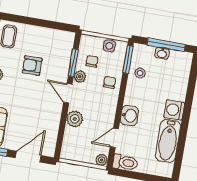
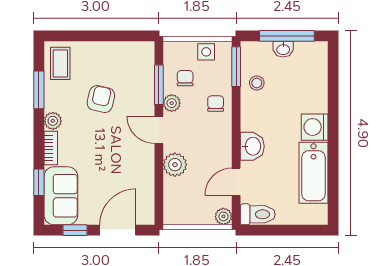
armchair: (32, 66) -> (101, 99), turned 103

